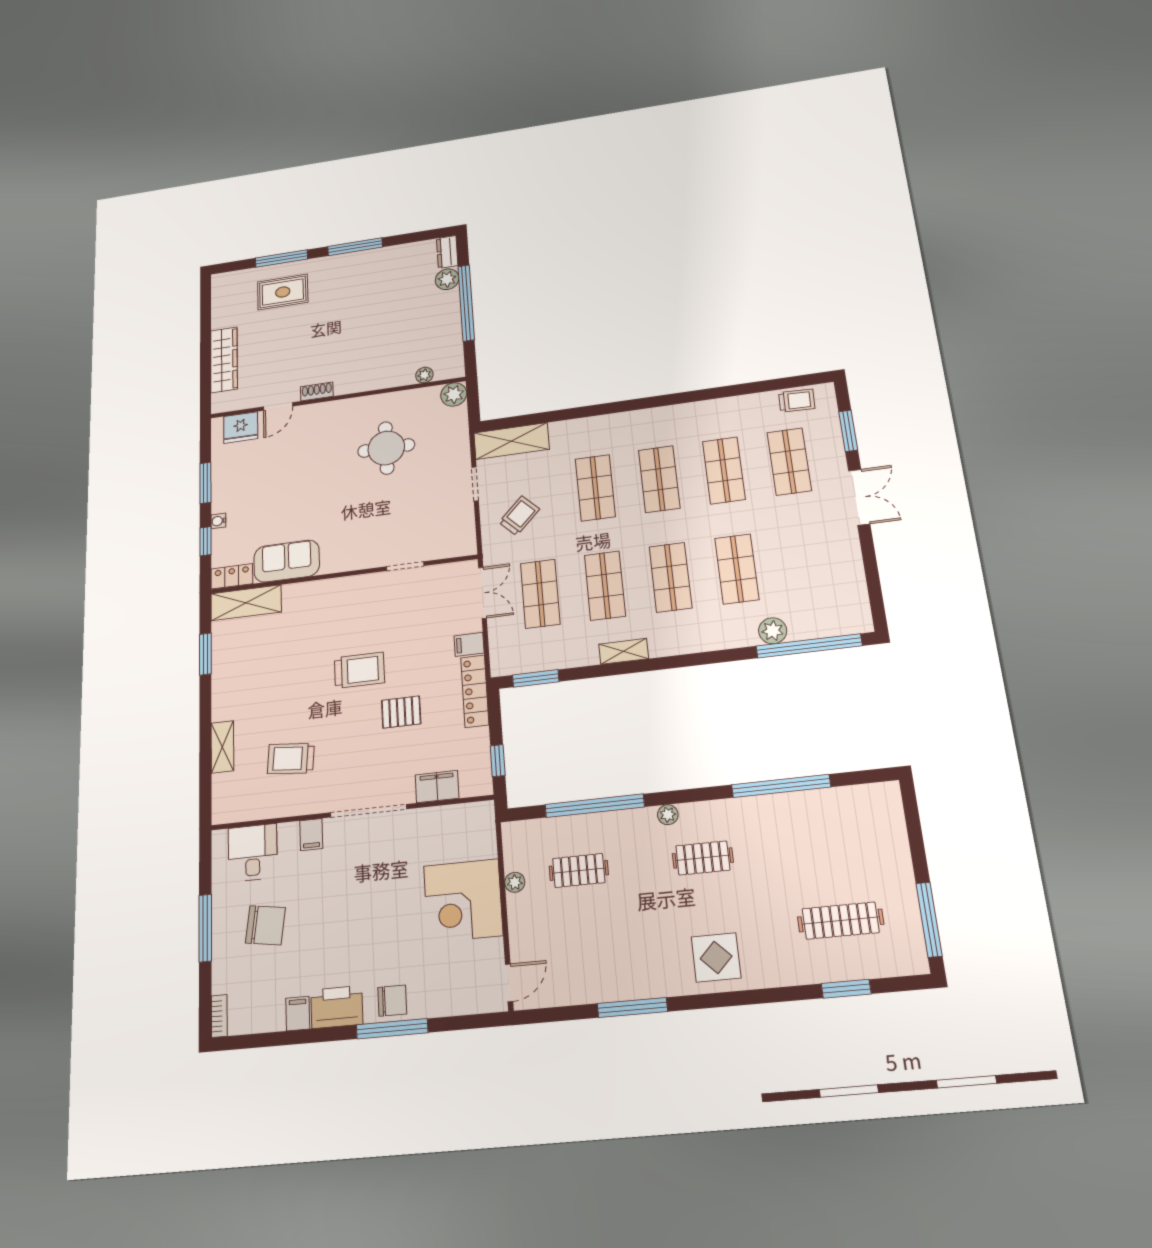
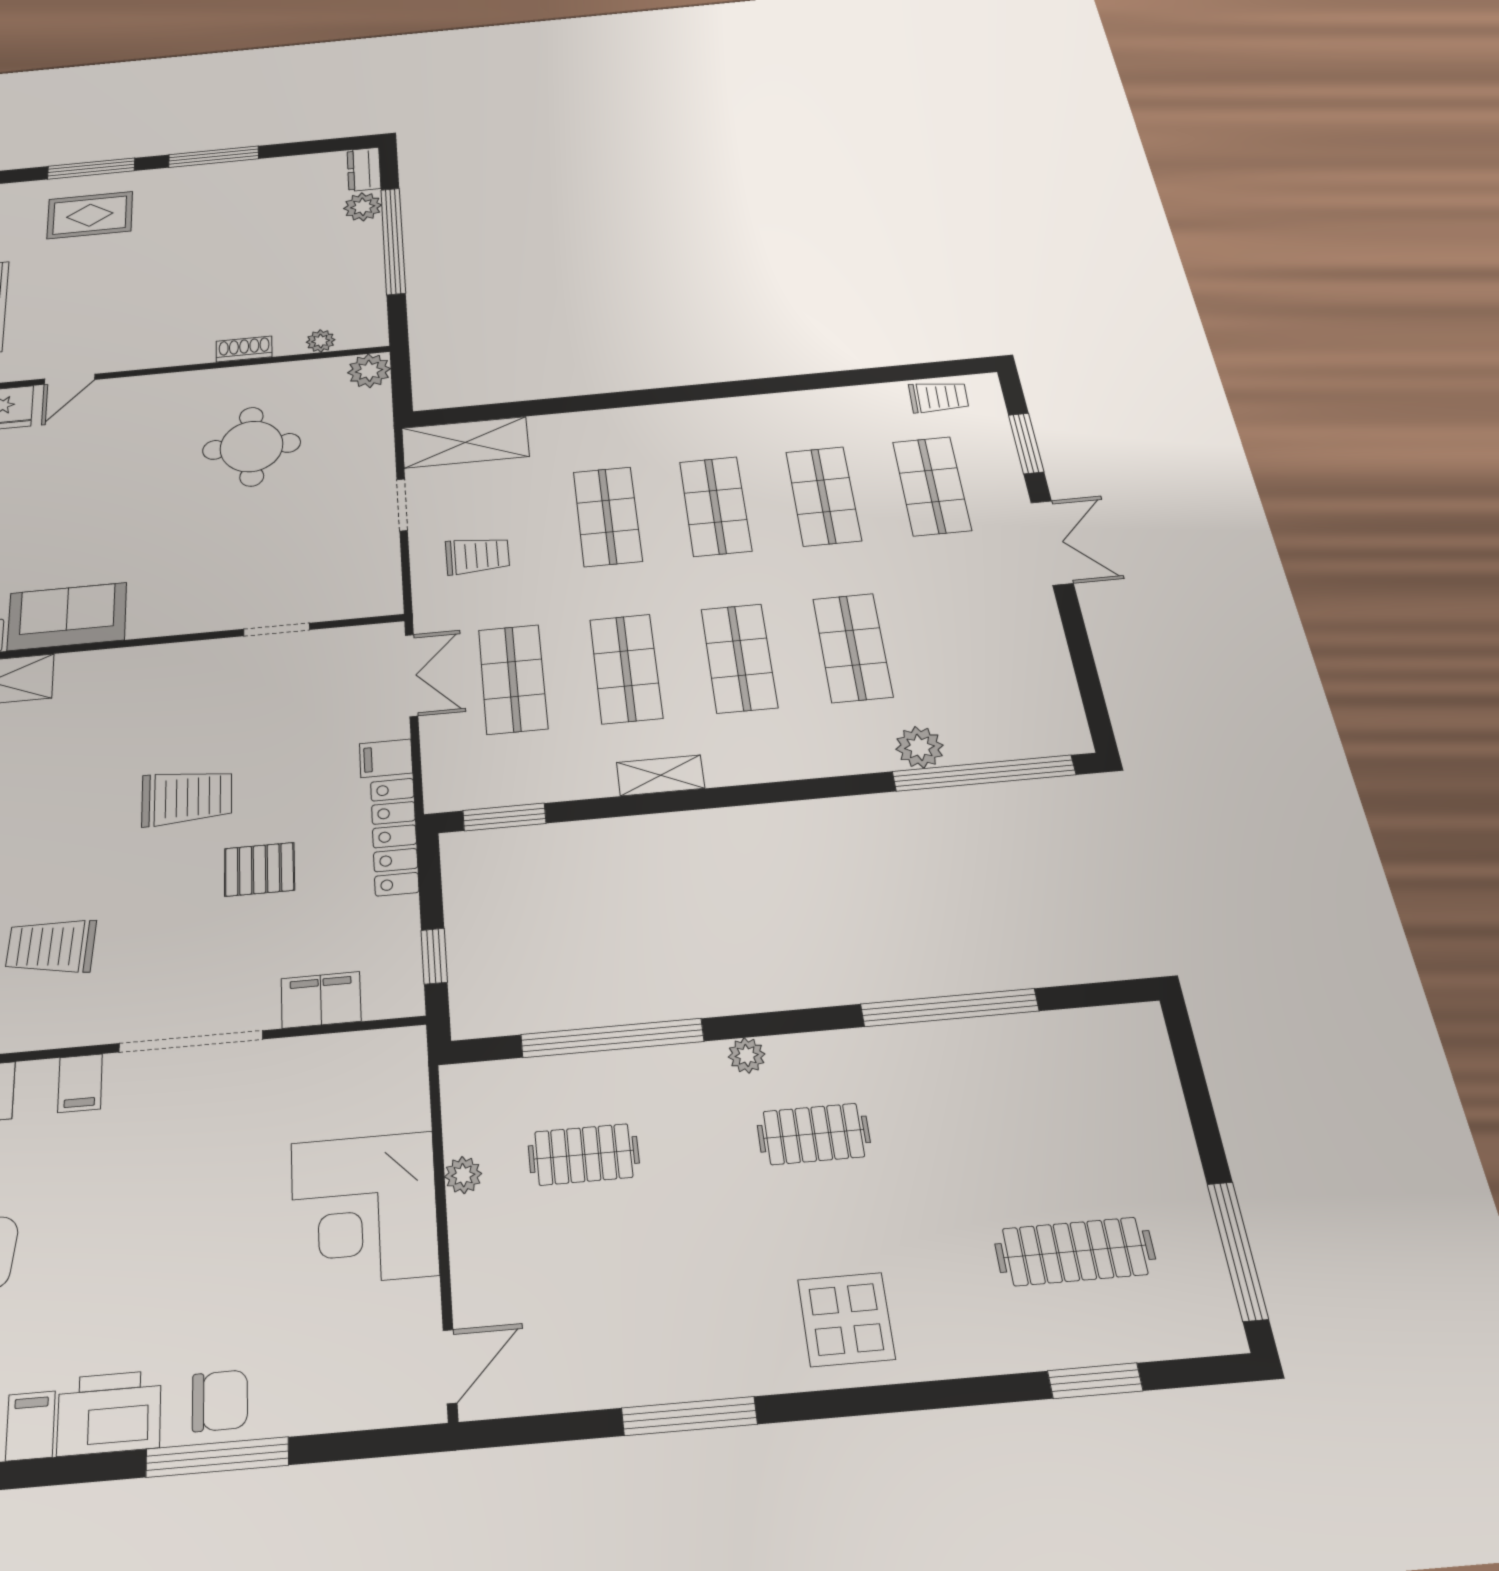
shoe rack: (317, 391) -> (244, 349), moved
trolley: (519, 516) -> (477, 556), turned 45

